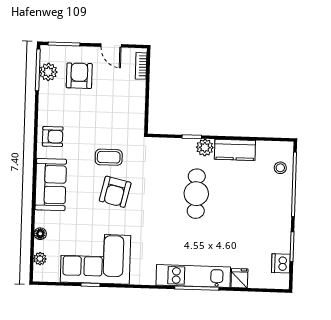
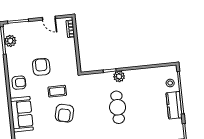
armchair: (79, 76) -> (41, 67), moved
kitchen counter: (235, 150) -> (174, 105), moved, turned 90

